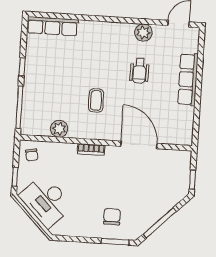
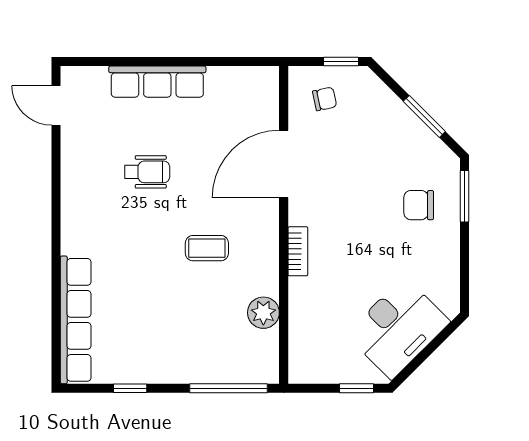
row of seats: (53, 26) -> (76, 320), width x1.36
plant: (143, 33) -> (77, 169), removed
window: (22, 67) -> (130, 388), moved
chair: (32, 155) -> (325, 99), moved
window: (160, 223) -> (424, 116), width x0.69

